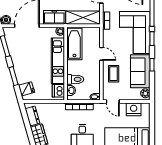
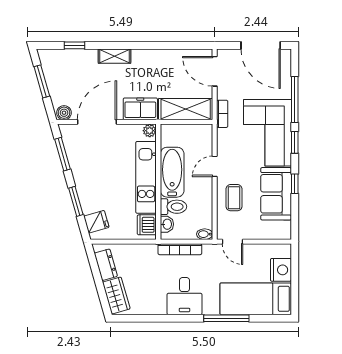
bathtub: (74, 44) -> (172, 172), moved
door: (101, 54) -> (215, 166), swing flipped
plant: (145, 93) -> (284, 229), removed
nightstand: (134, 109) -> (281, 270), moved, turned 90

